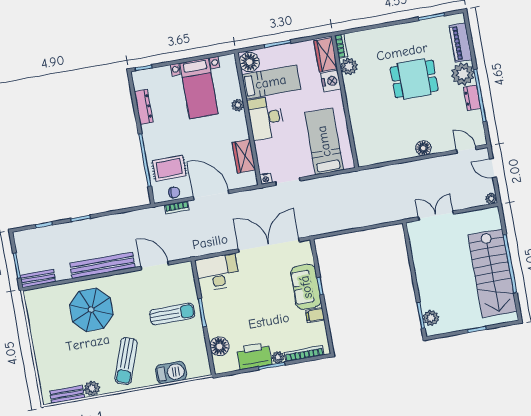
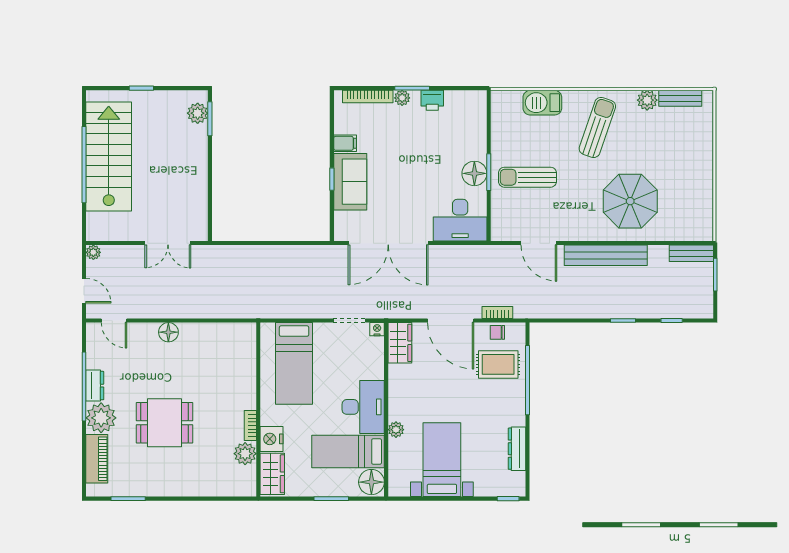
bookcase: (341, 46) -> (250, 426), moved
wardrobe: (244, 156) -> (400, 343), moved
floor lamp: (219, 346) -> (474, 173), moved
printer: (254, 356) -> (432, 100), width x0.53, depth x0.68

